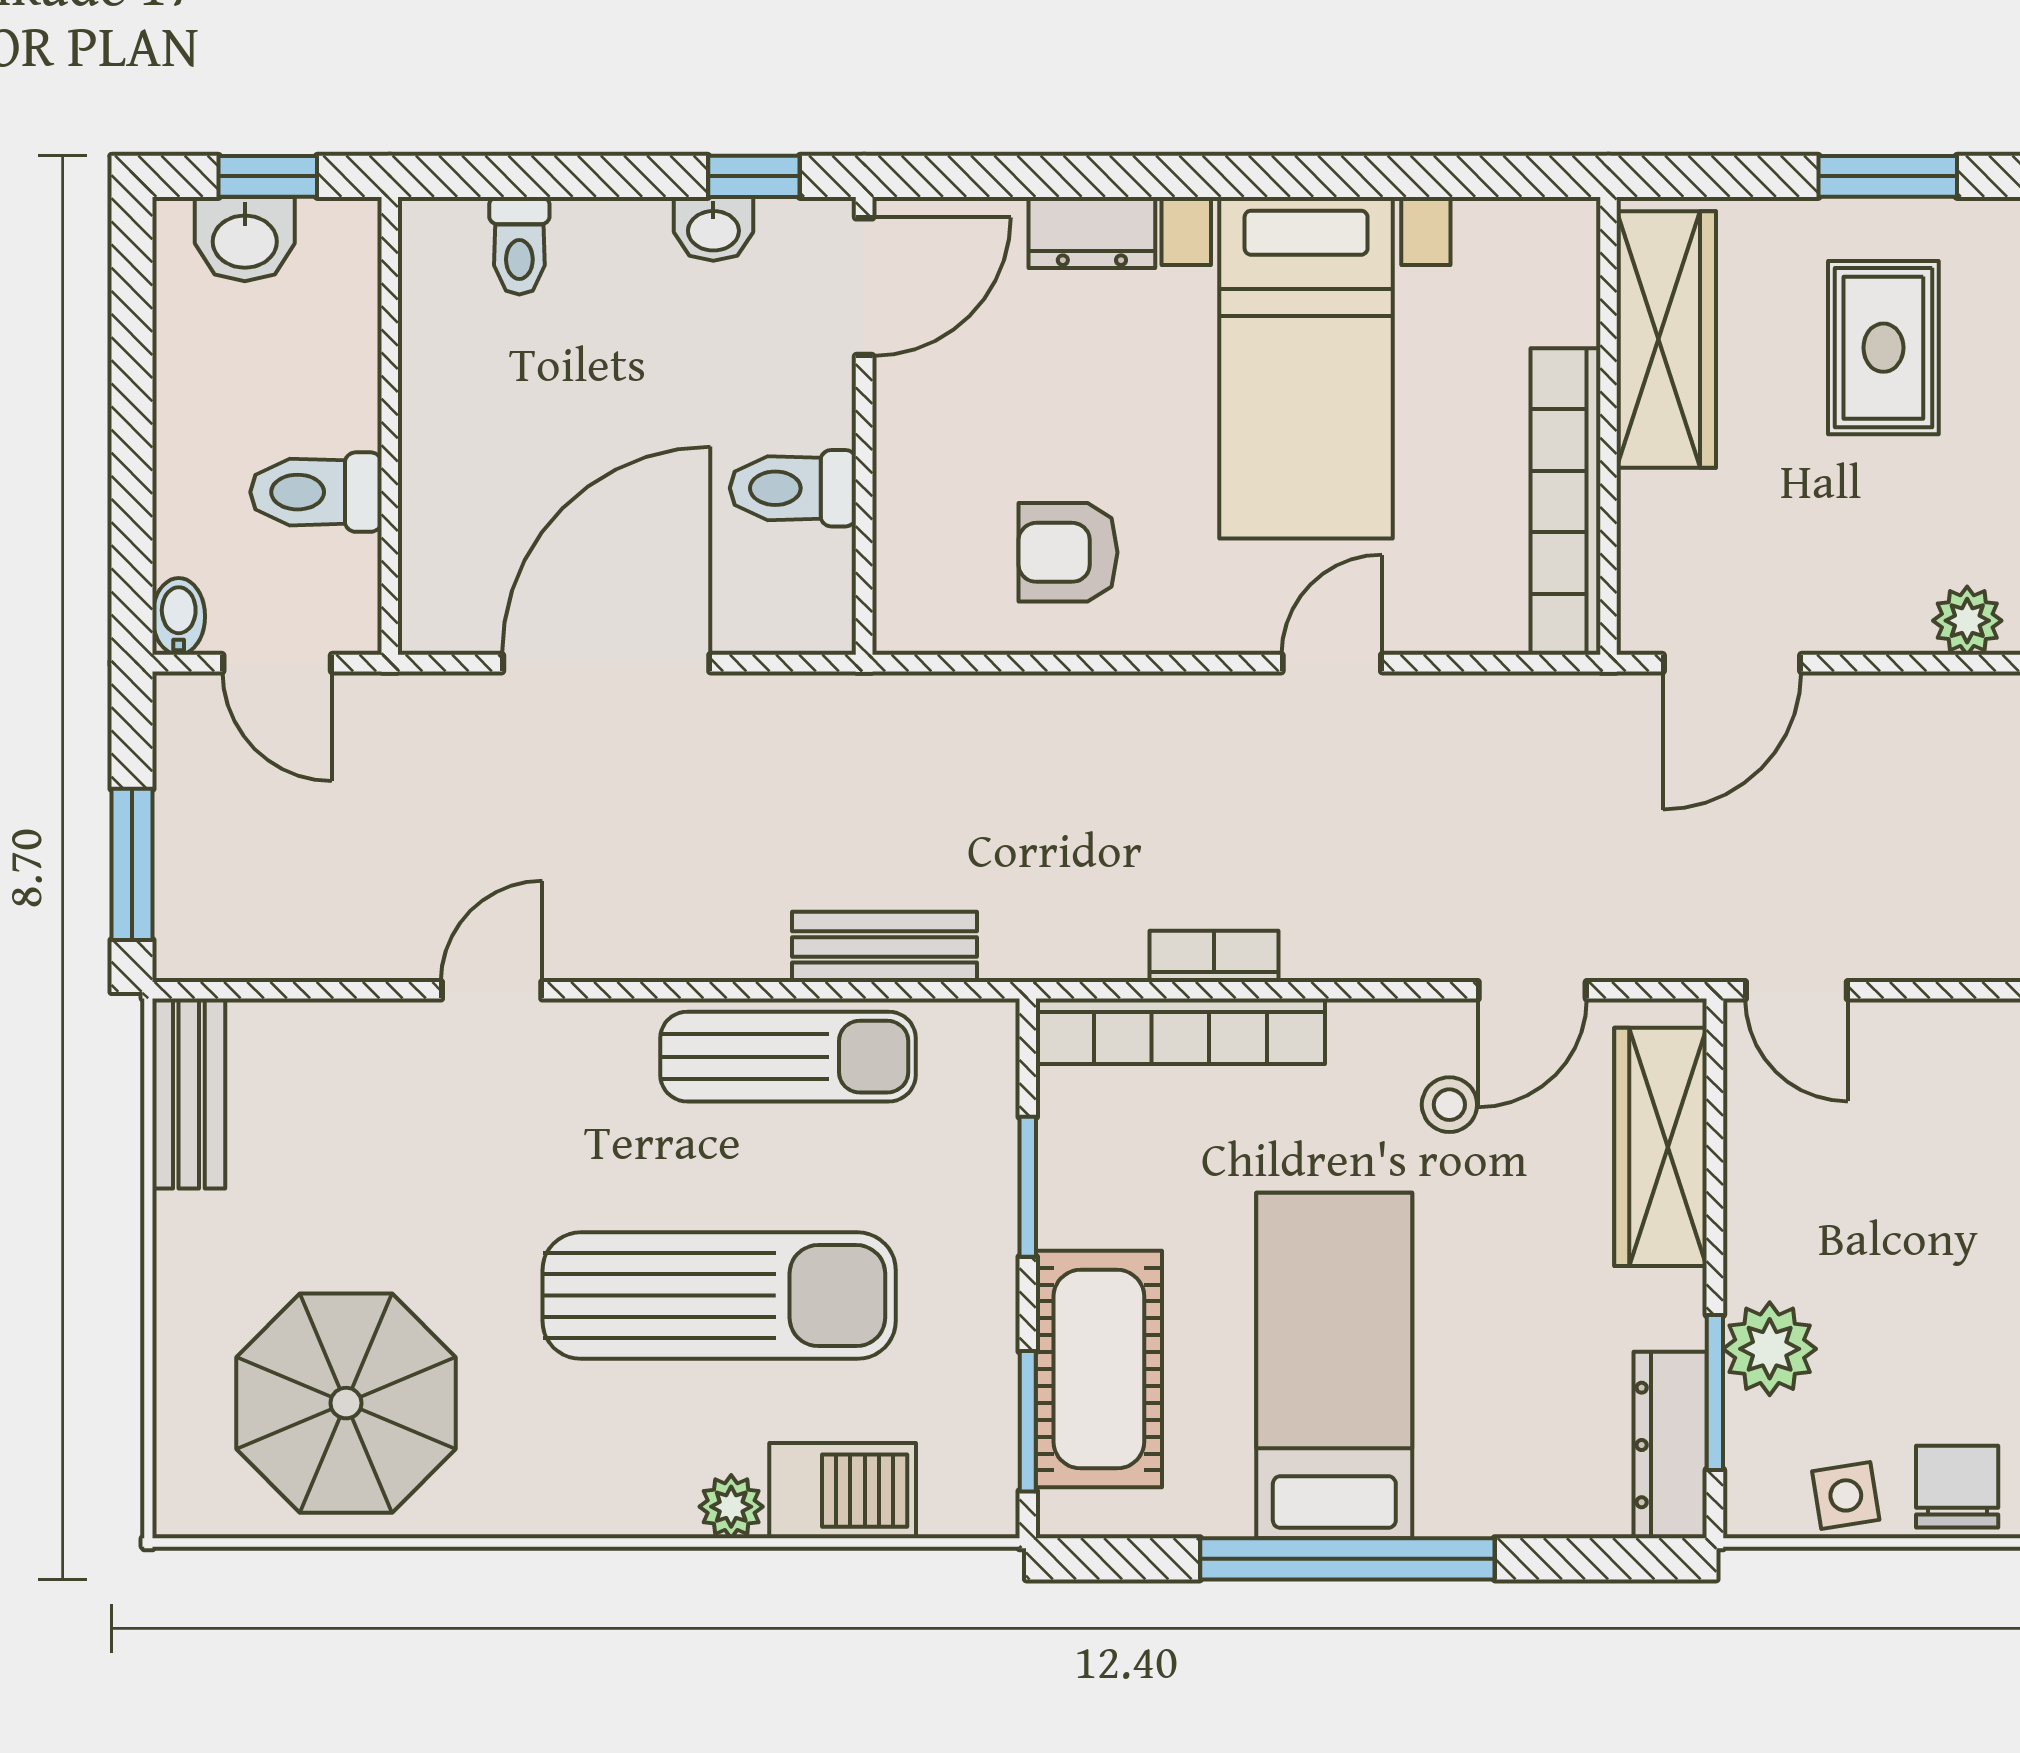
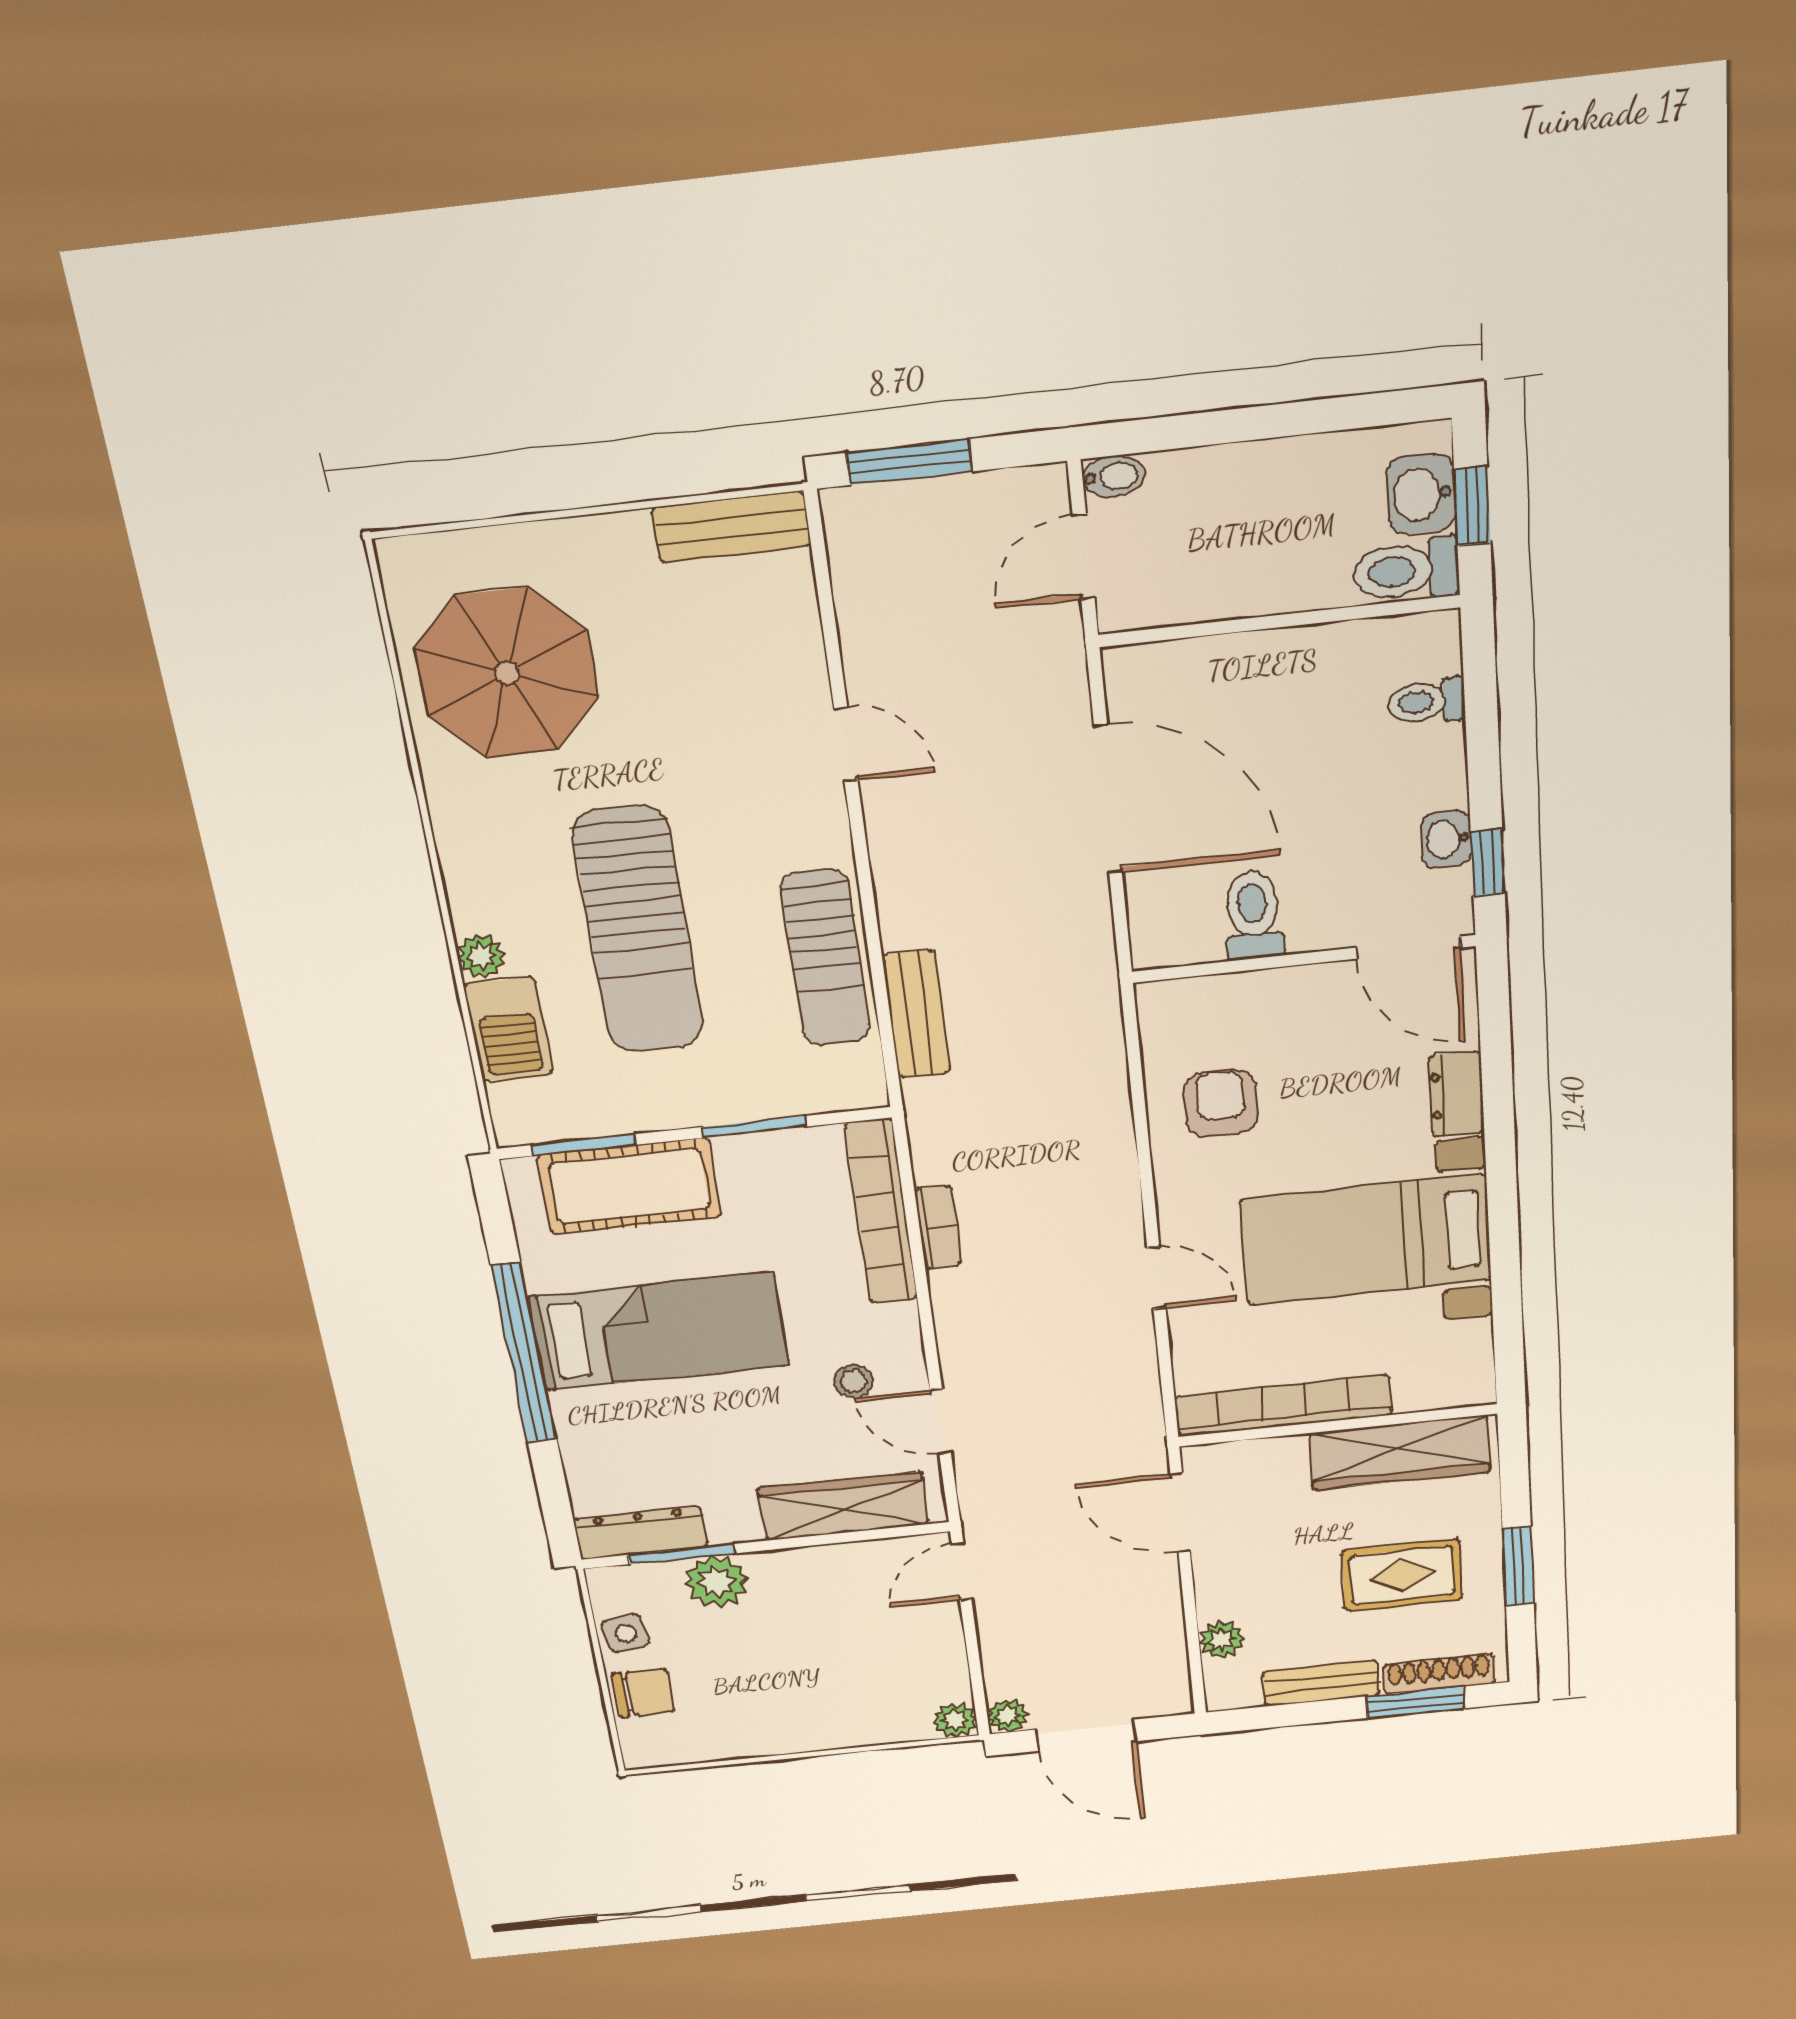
toilet: (316, 492) -> (1406, 570), moved, turned -90

